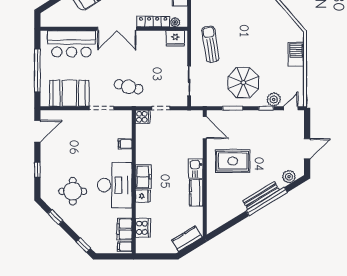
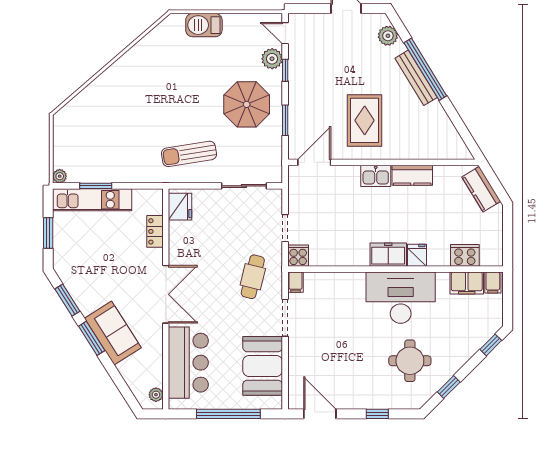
locker: (153, 22) -> (155, 231), width x0.66
plant: (175, 22) -> (156, 395), moved
filing cabinet: (125, 144) -> (296, 282), moved

